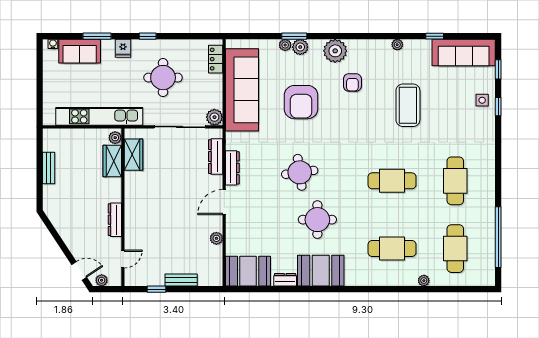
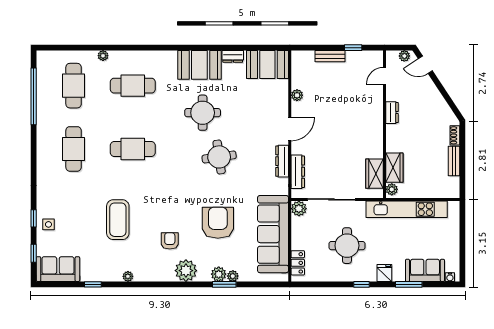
sofa: (464, 52) -> (58, 269), width x0.73
shoe rack: (48, 195) -> (455, 135), added
dresser: (115, 220) -> (392, 113), width x0.70

